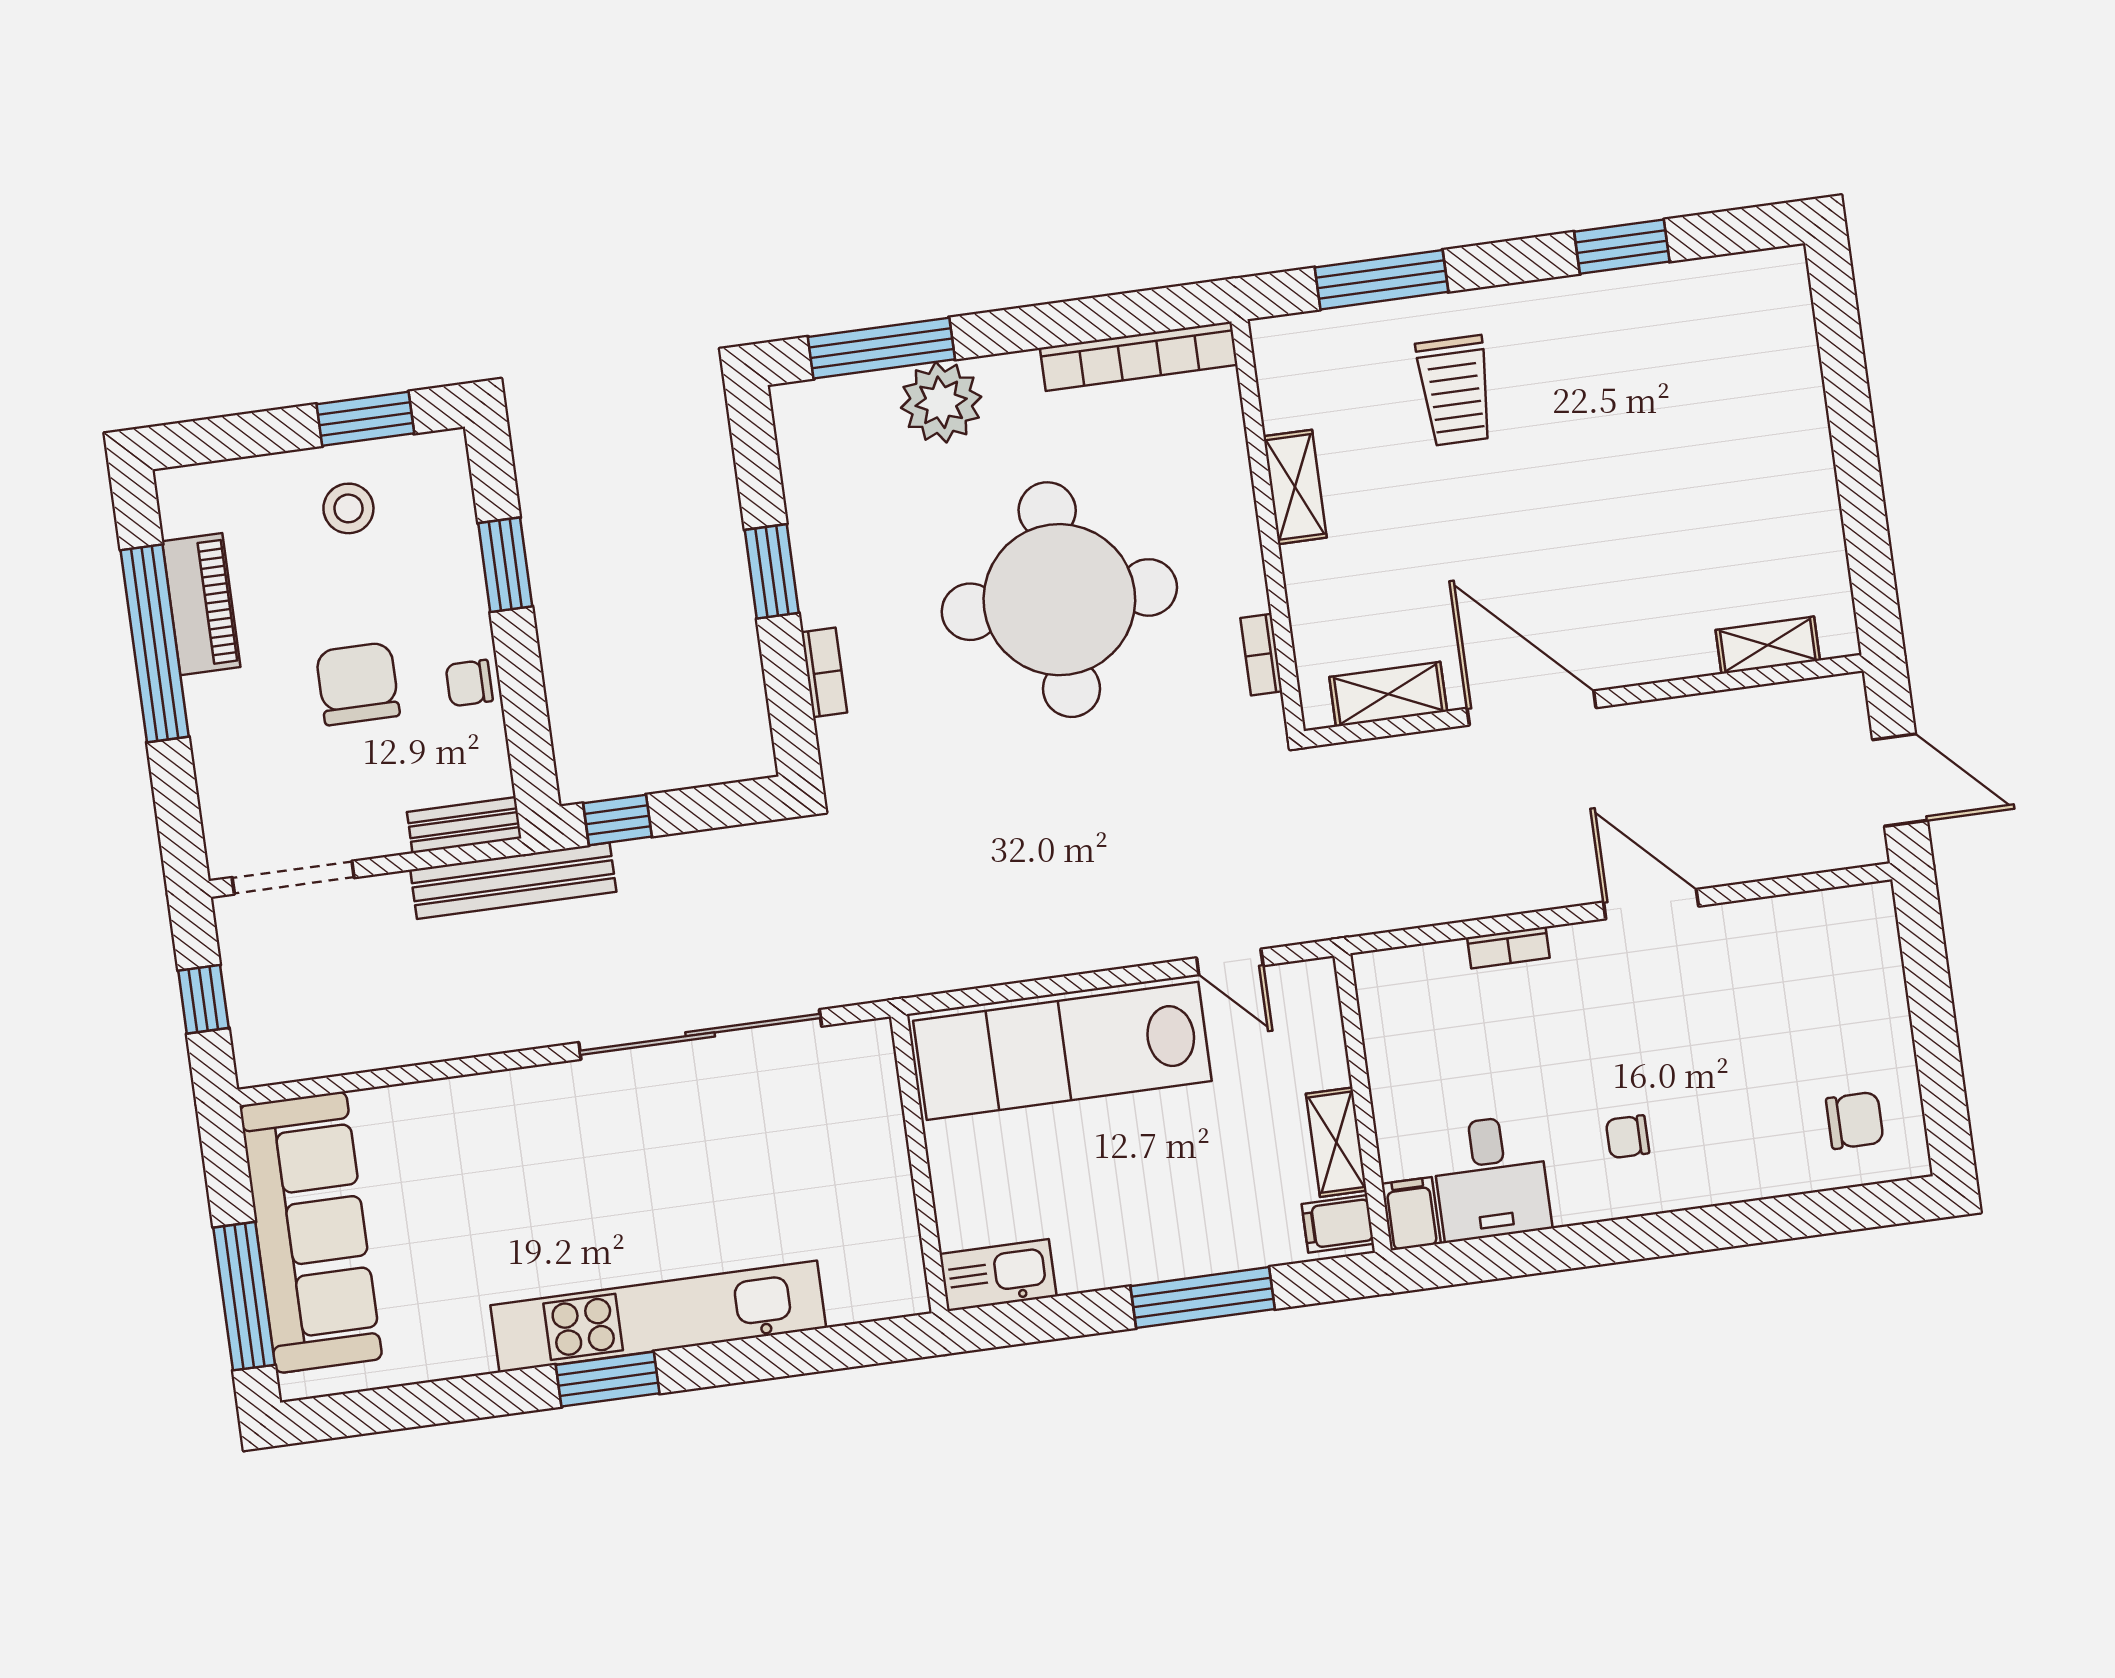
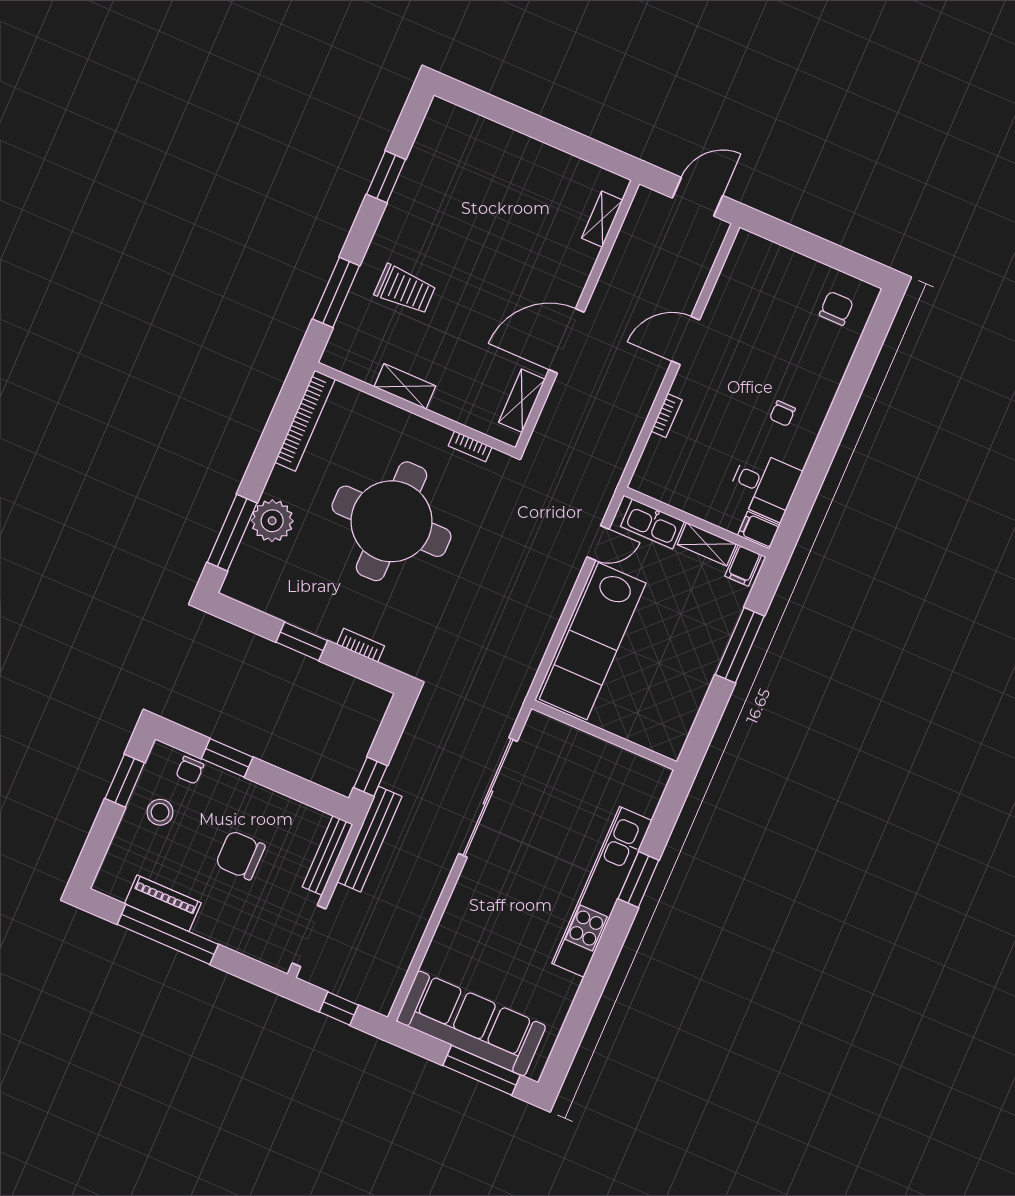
chair: (469, 683) -> (190, 770), moved
bench: (464, 825) -> (328, 855), width x1.36
kitchen sink: (998, 1275) -> (653, 524), moved, turned -90
window: (608, 1379) -> (638, 879), moved

